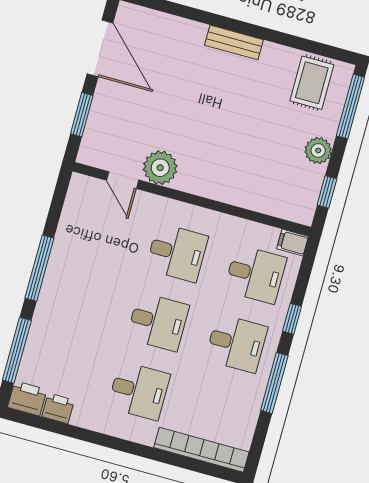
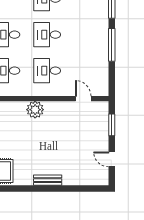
door: (100, 48) -> (112, 159), width x0.53
plant: (160, 168) -> (35, 110), moved

